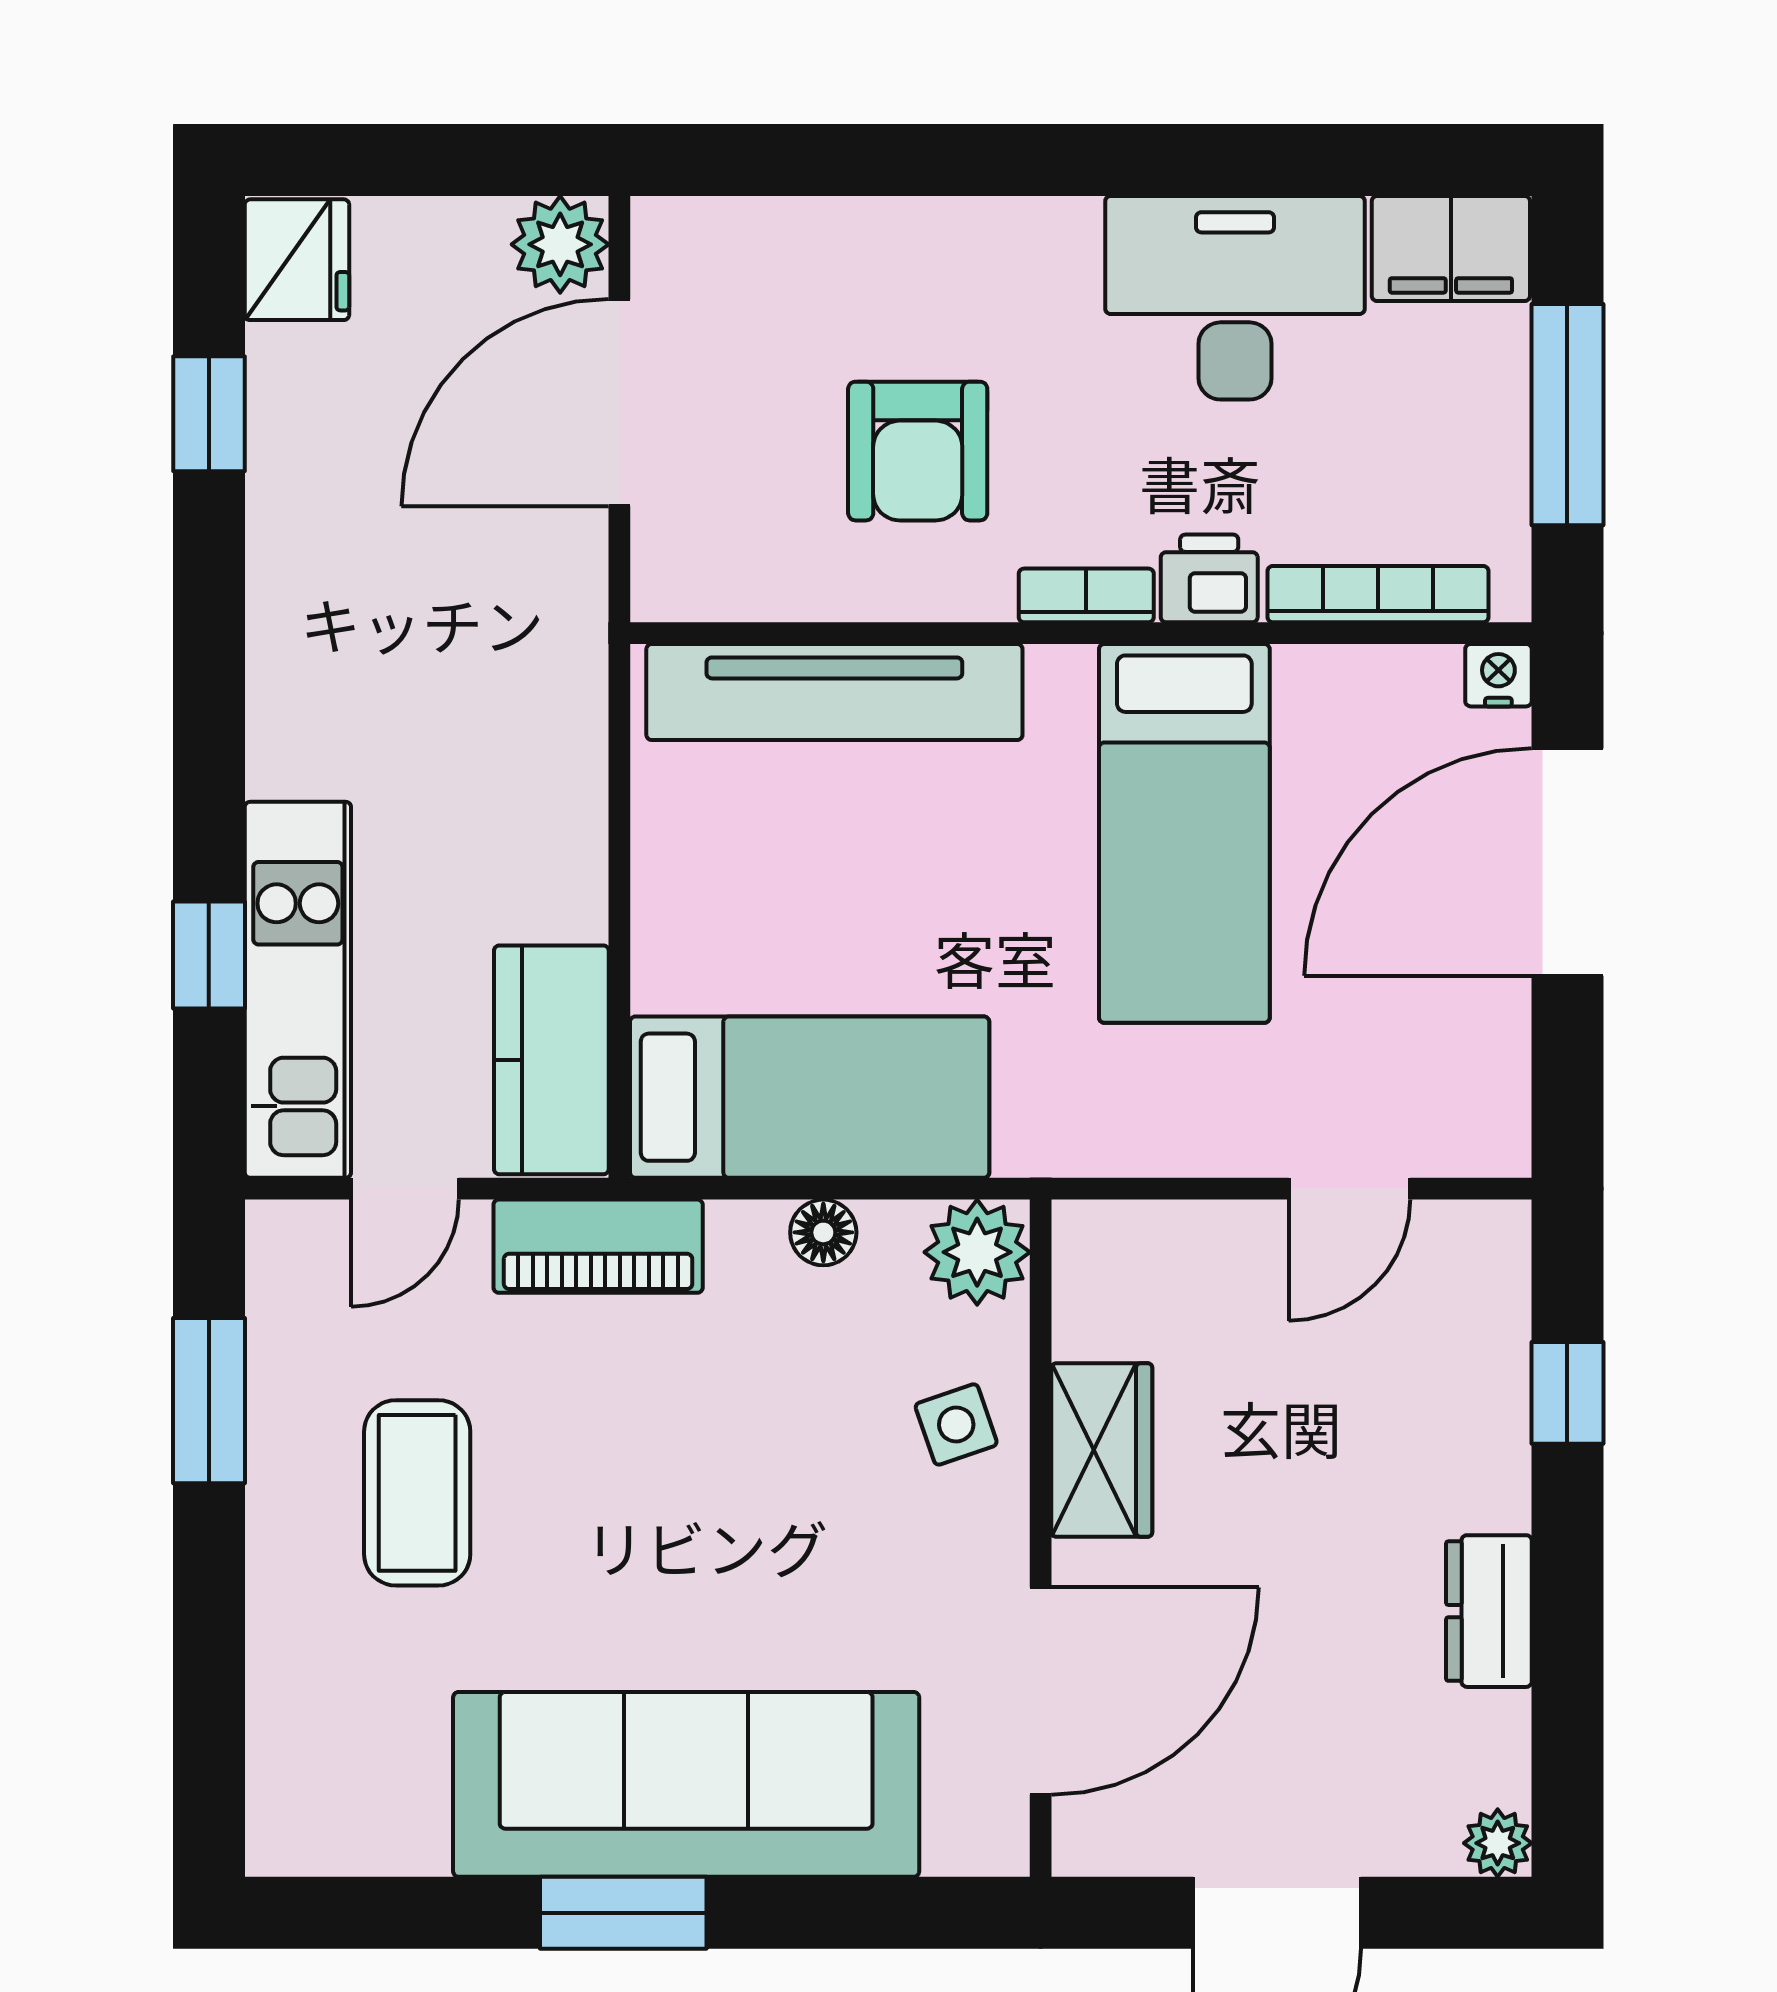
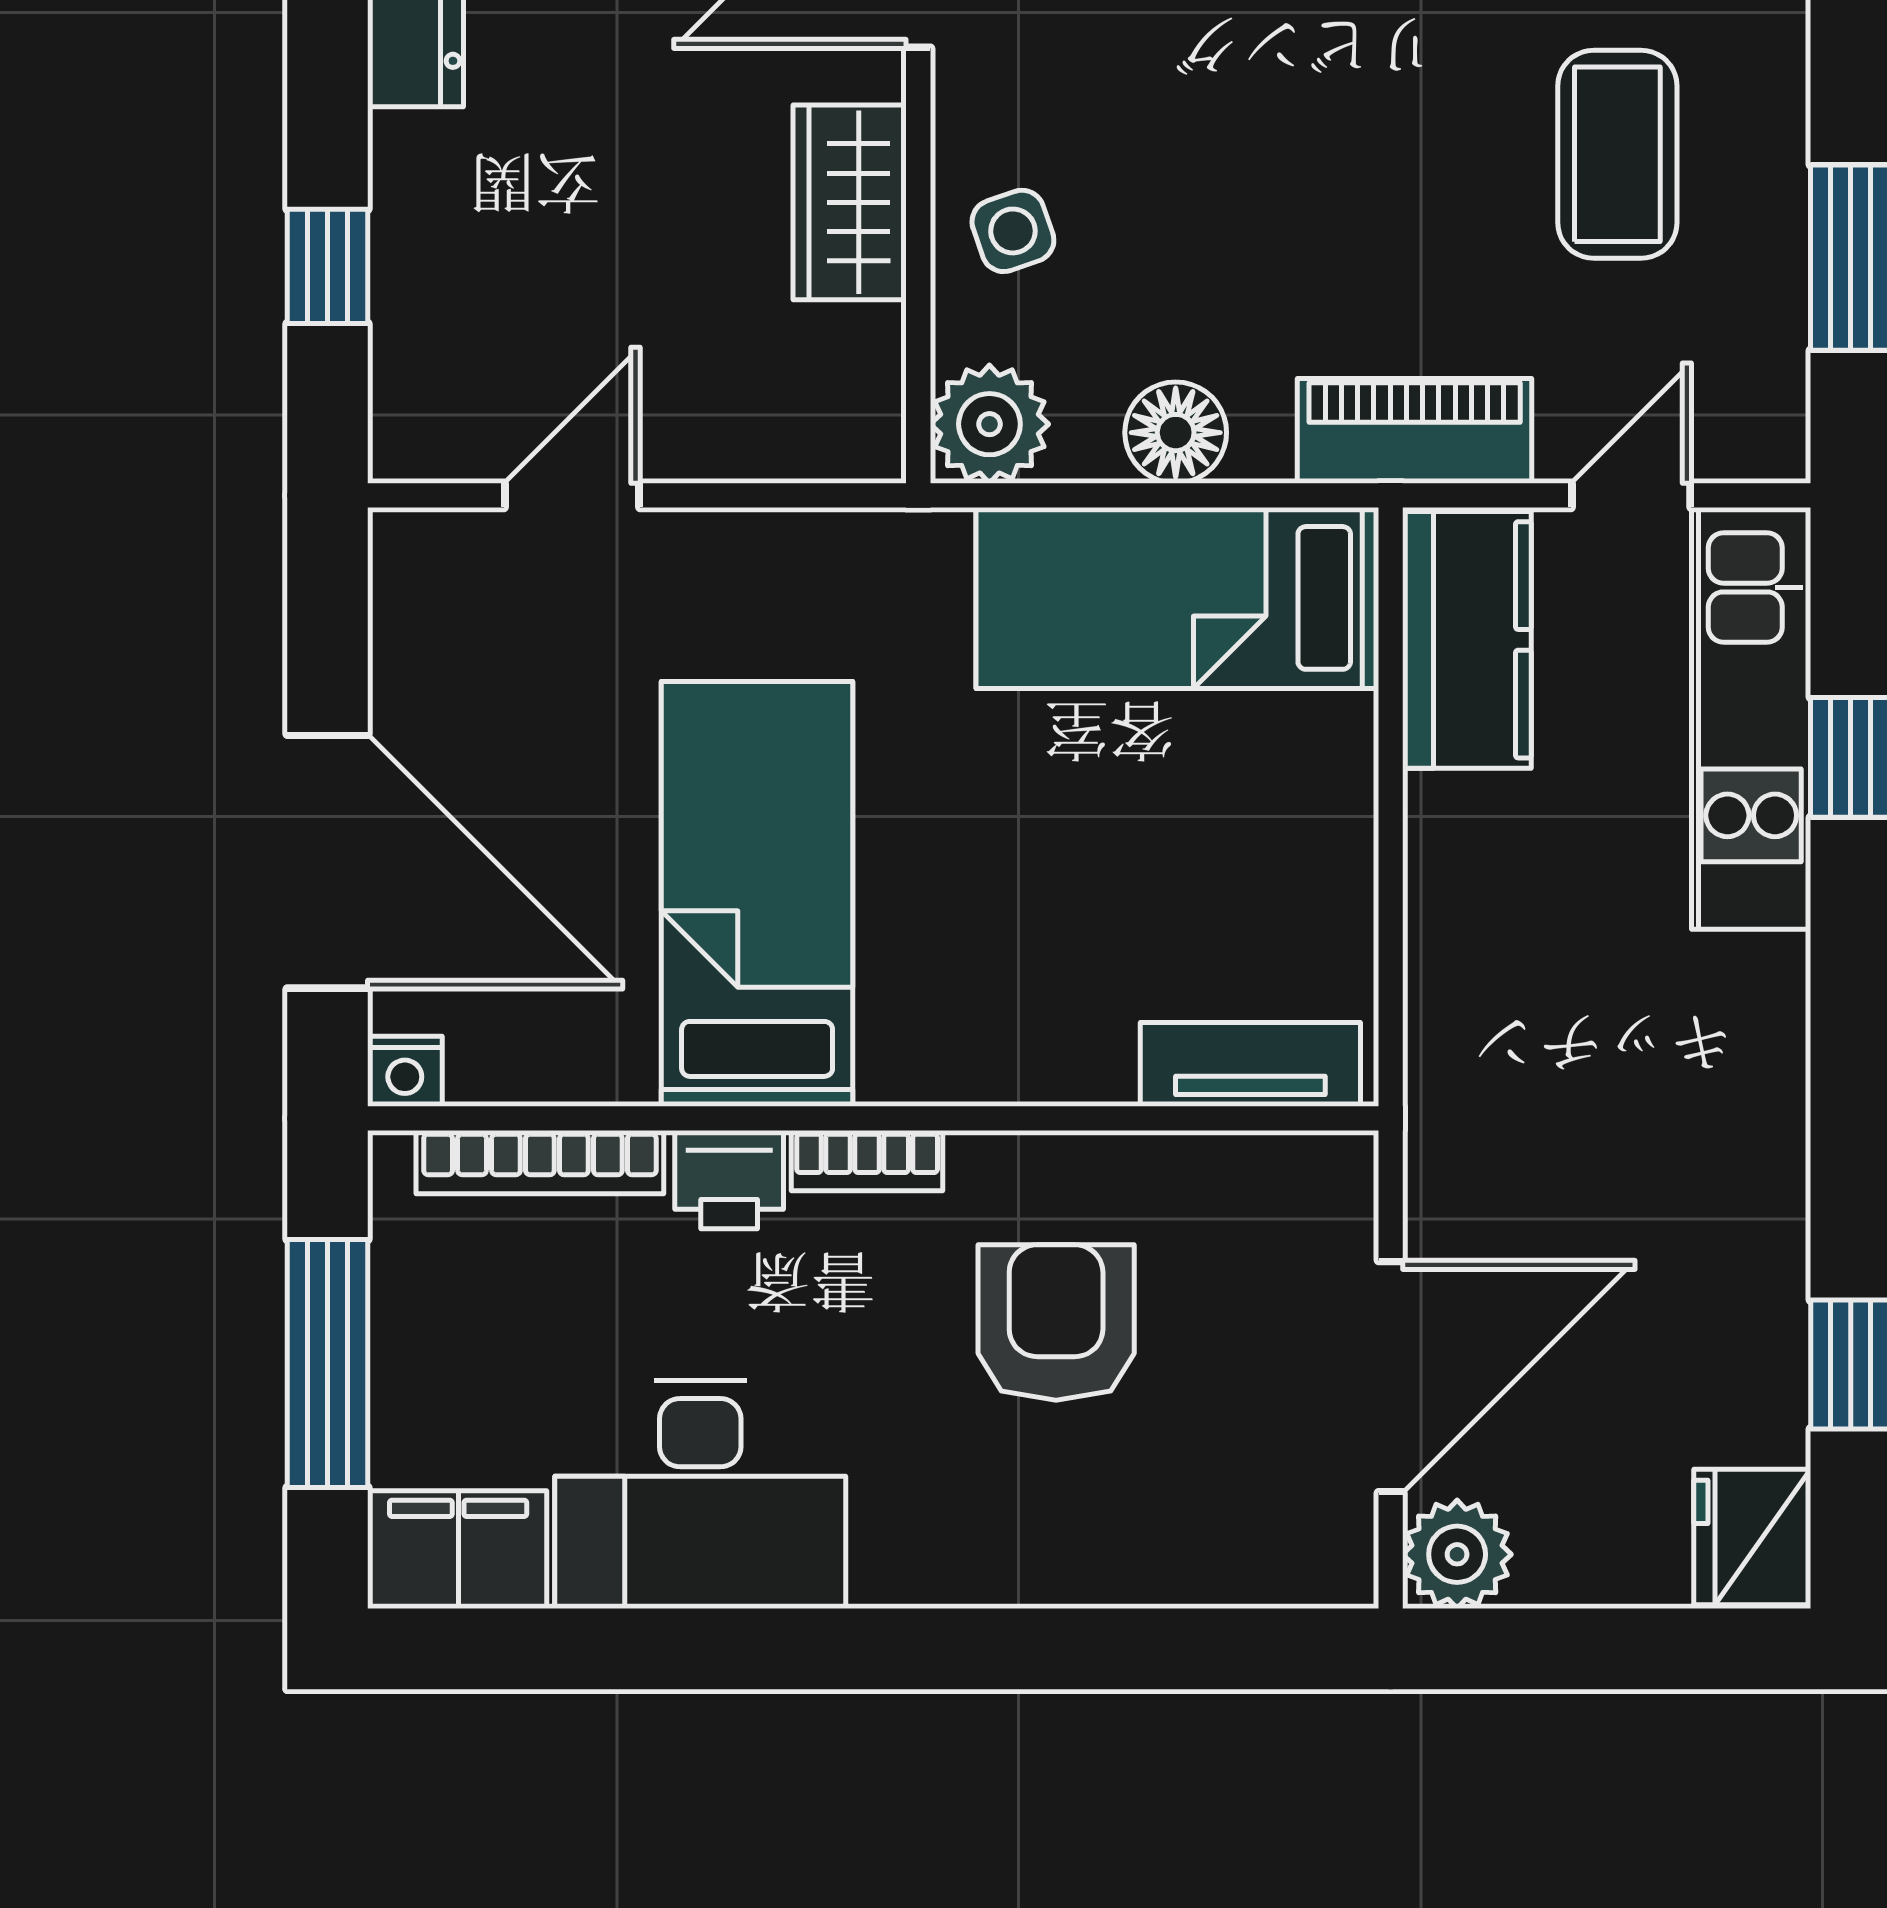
tv unit: (834, 692) -> (1250, 1064), width x0.52, depth x0.78
door: (1567, 862) -> (327, 862), hinge flipped
floor lamp: (823, 1232) -> (1176, 433), width x1.37, depth x1.37

